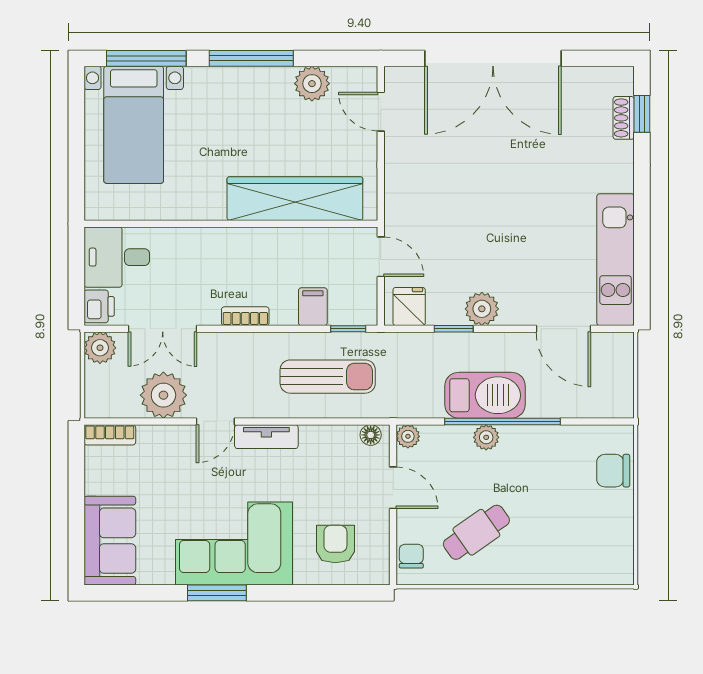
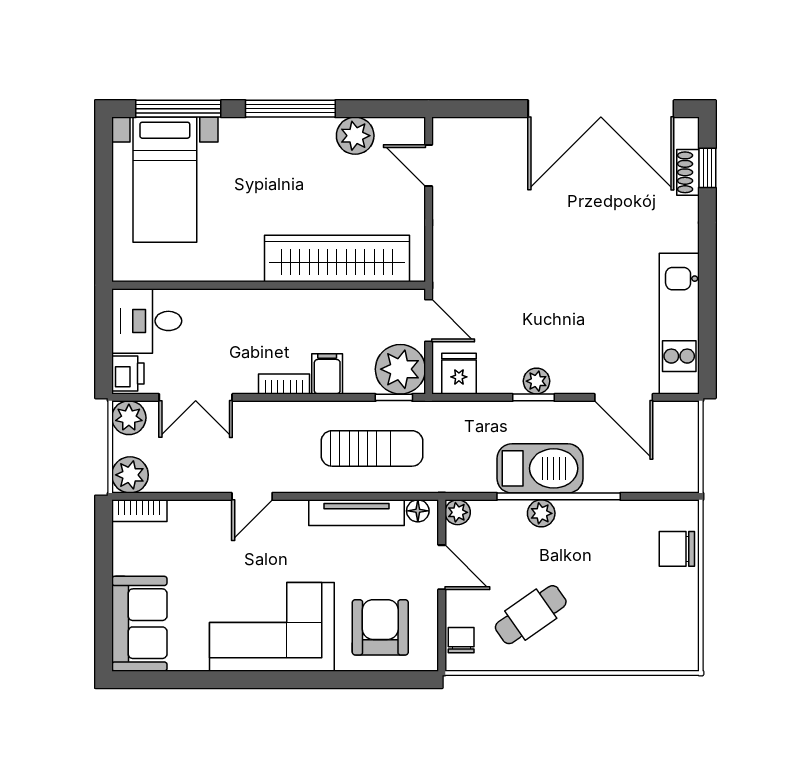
double door: (493, 58) -> (601, 109), moved
plant: (354, 302) -> (400, 369), added
filing cabinet: (313, 307) -> (327, 374), moved
plant: (482, 309) -> (537, 381), width x0.73, depth x0.73
window: (454, 329) -> (533, 397), moved
plant: (163, 395) -> (130, 475), moved, width x0.73, depth x0.73
tv unit: (266, 437) -> (356, 513), moved, width x1.41
armchair: (335, 544) -> (380, 627), width x1.38, depth x1.38
window: (217, 593) -> (254, 680), removed

